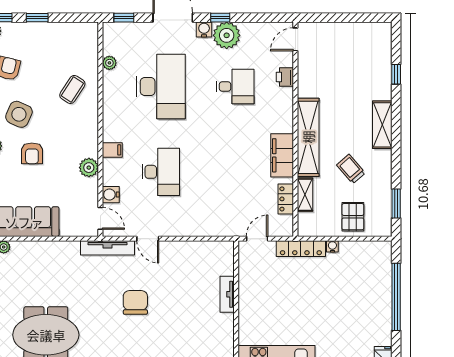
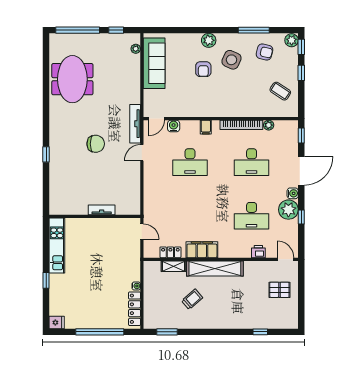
window: (220, 18) -> (301, 217), moved
desk: (161, 87) -> (252, 162), width x0.73, depth x0.77
desk: (235, 87) -> (252, 216), width x1.37
coffee table: (72, 89) -> (280, 91), moved
bookcase: (109, 101) -> (241, 125), added
shelving: (382, 125) -> (224, 322), removed
armchair: (32, 153) -> (203, 69), turned -90
plant: (89, 168) -> (193, 110), removed
pallet: (353, 217) -> (279, 290), moved
locker: (301, 249) -> (135, 309), moved

